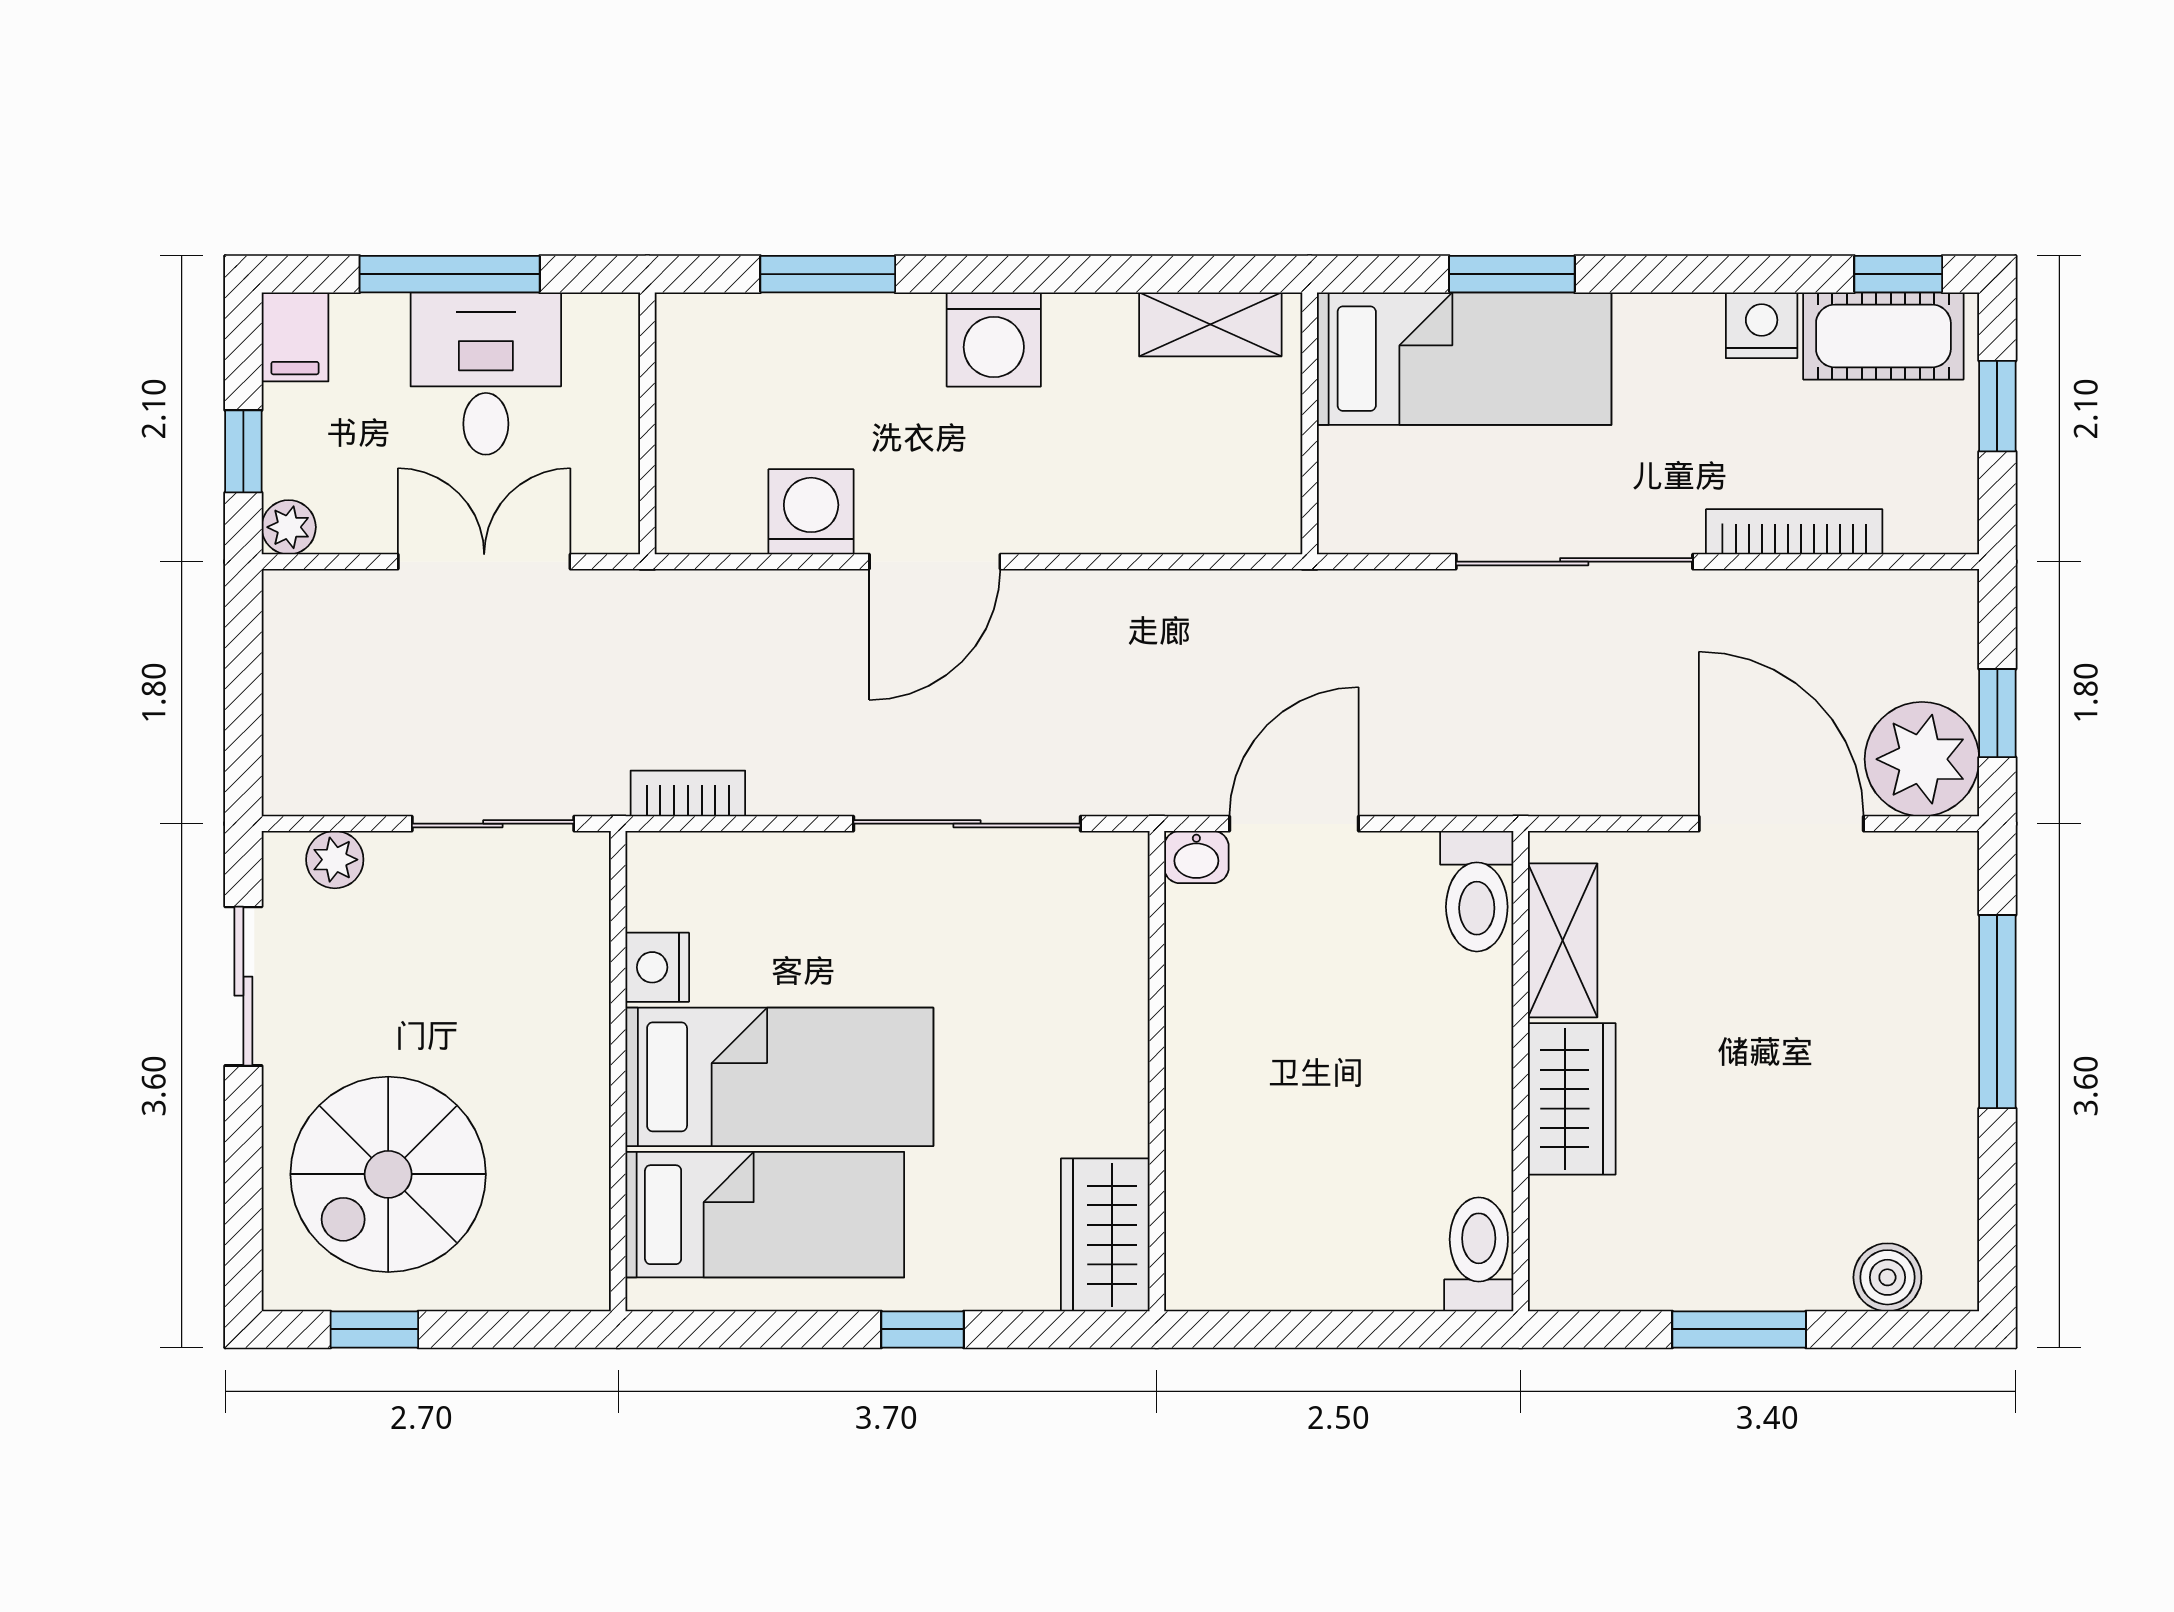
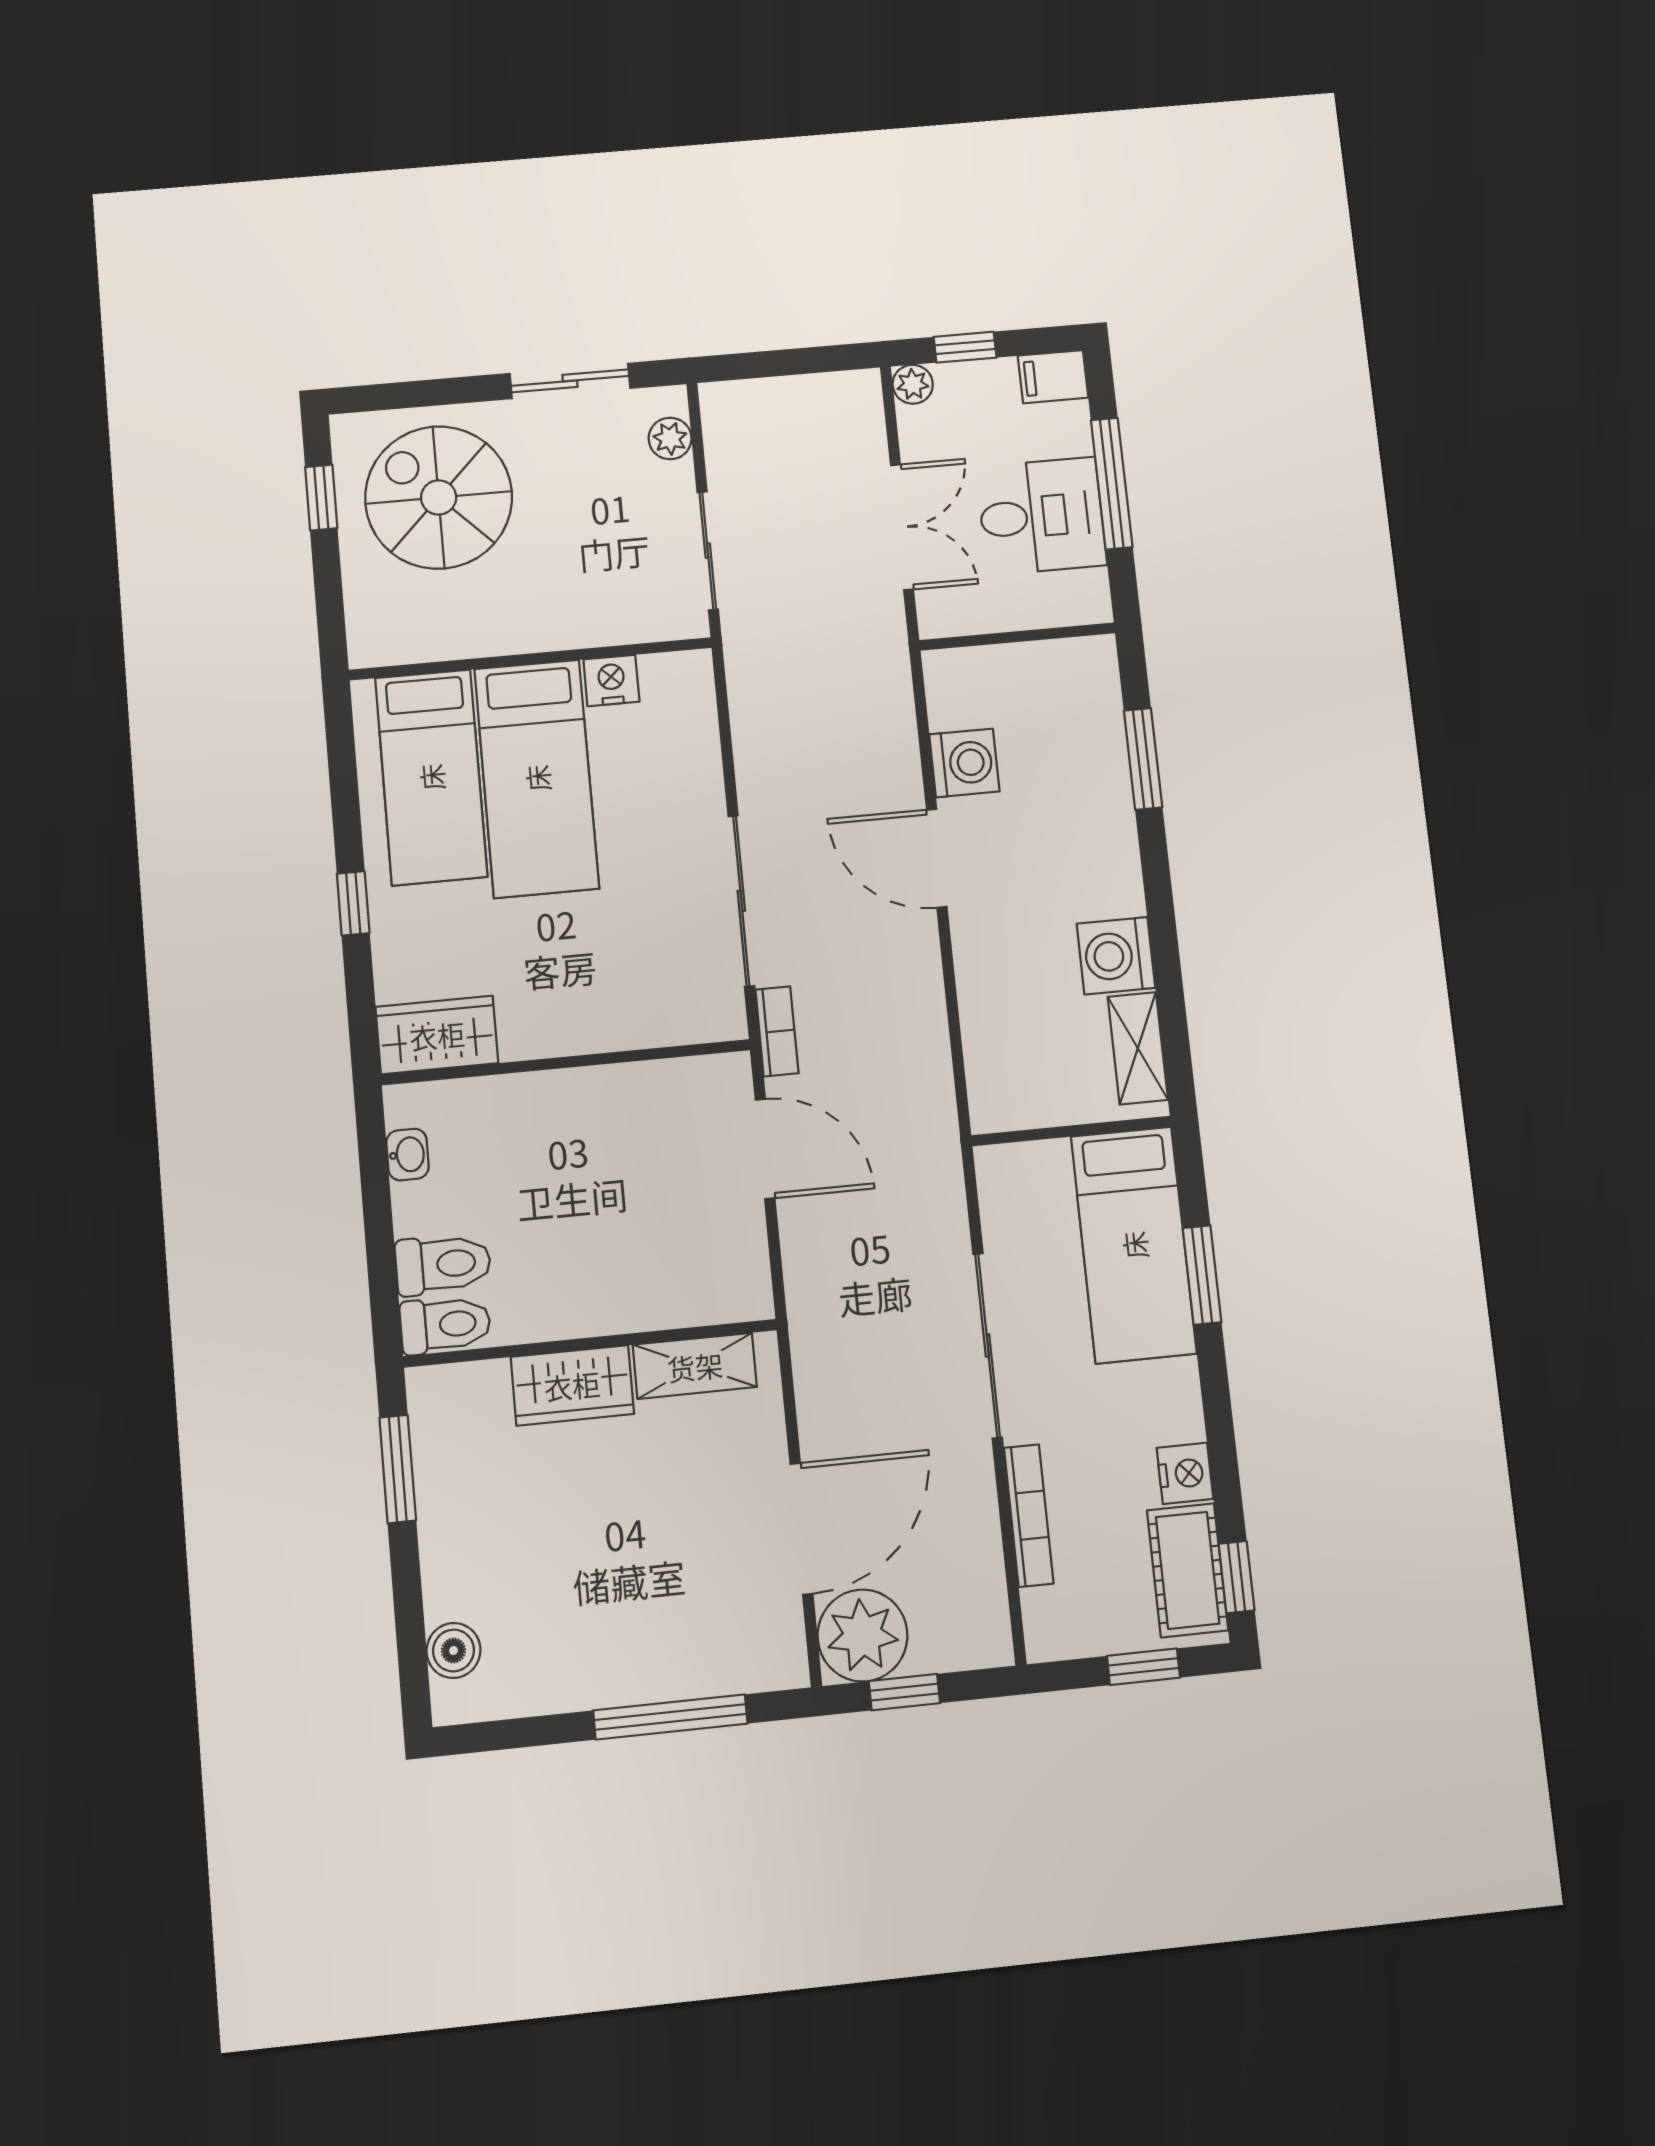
washing machine: (994, 339) -> (1116, 956), moved
bookcase: (688, 793) -> (777, 1031), moved
washbasin: (1196, 857) -> (407, 1155), moved, turned 180
toilet: (1477, 891) -> (443, 1264), moved, turned 180
window: (1739, 1329) -> (398, 1469), moved

